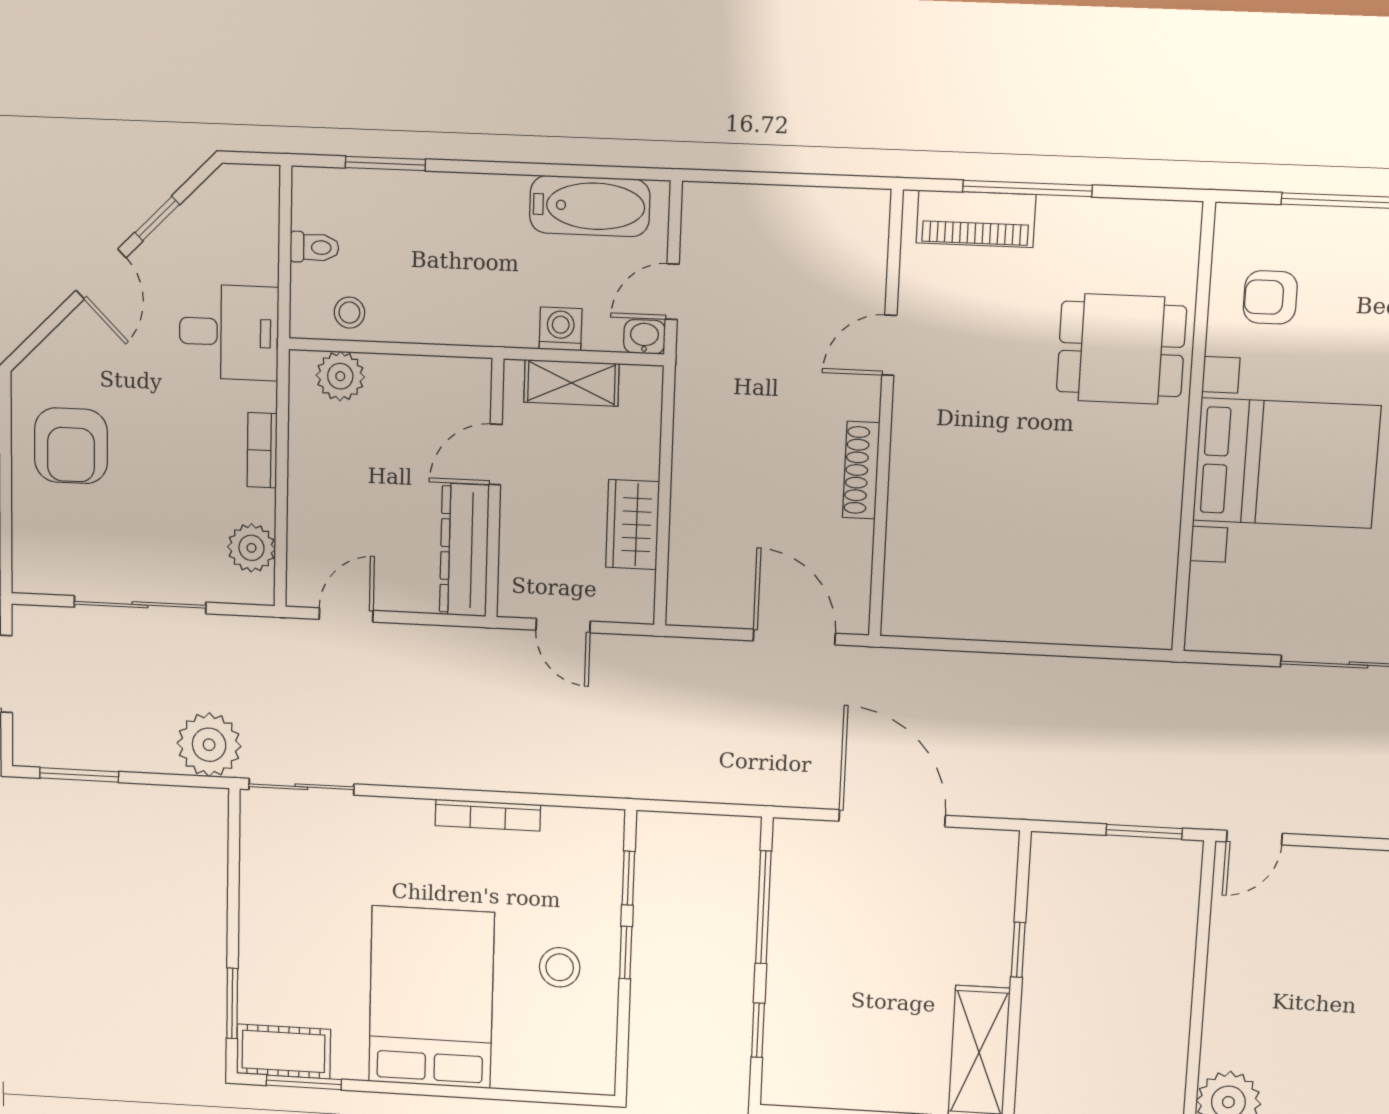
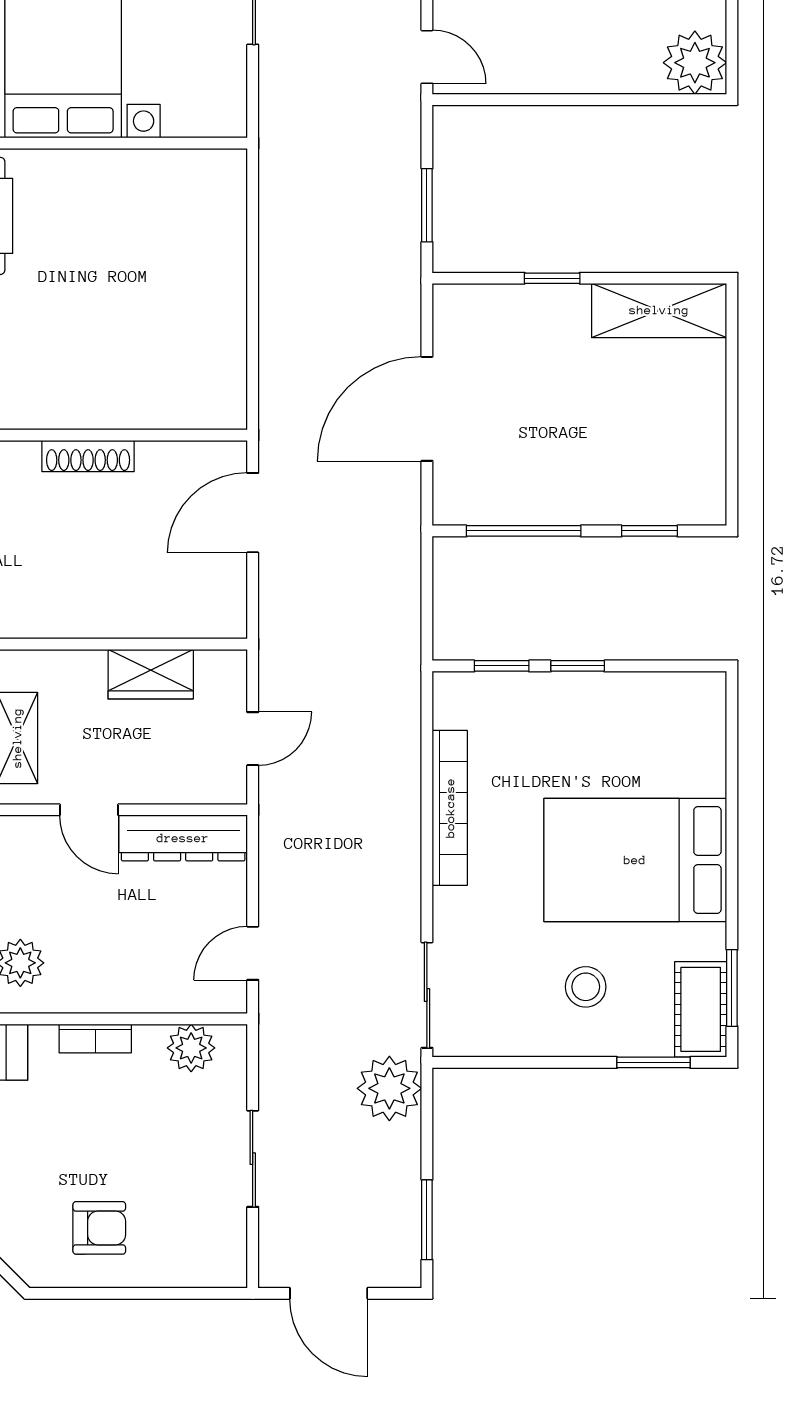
armchair: (71, 446) -> (99, 1228), width x0.72, depth x0.72
sliding door: (140, 605) -> (253, 1159), width x0.73
door: (346, 615) -> (253, 953), hinge flipped
bookcase: (488, 815) -> (450, 808), width x1.48, depth x1.31
window: (1144, 832) -> (427, 205), moved
stool: (560, 967) -> (586, 987), moved

